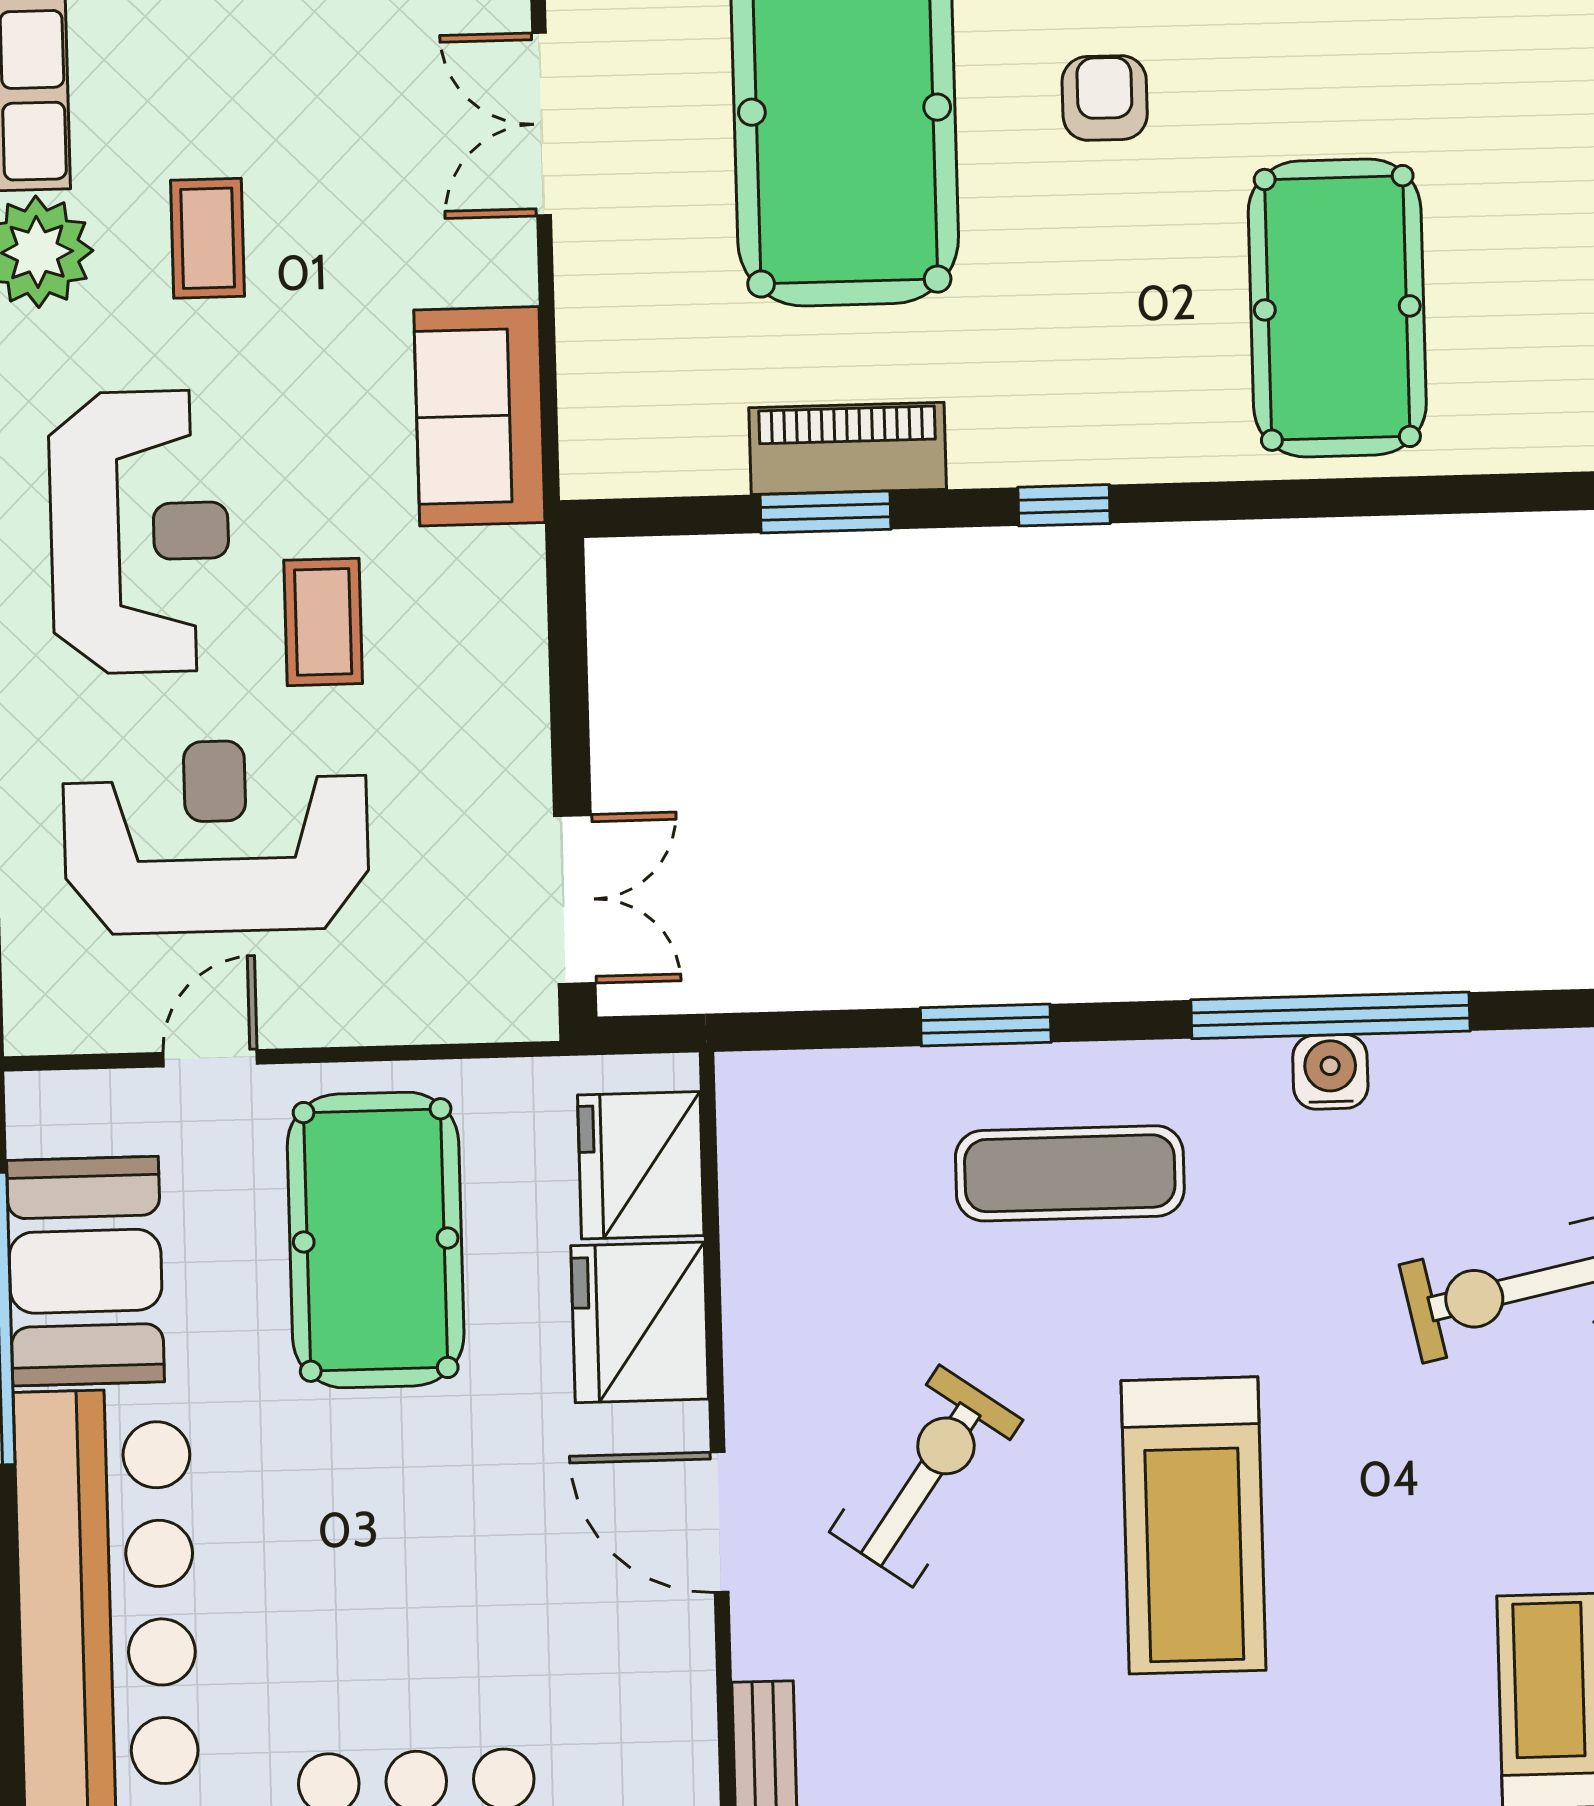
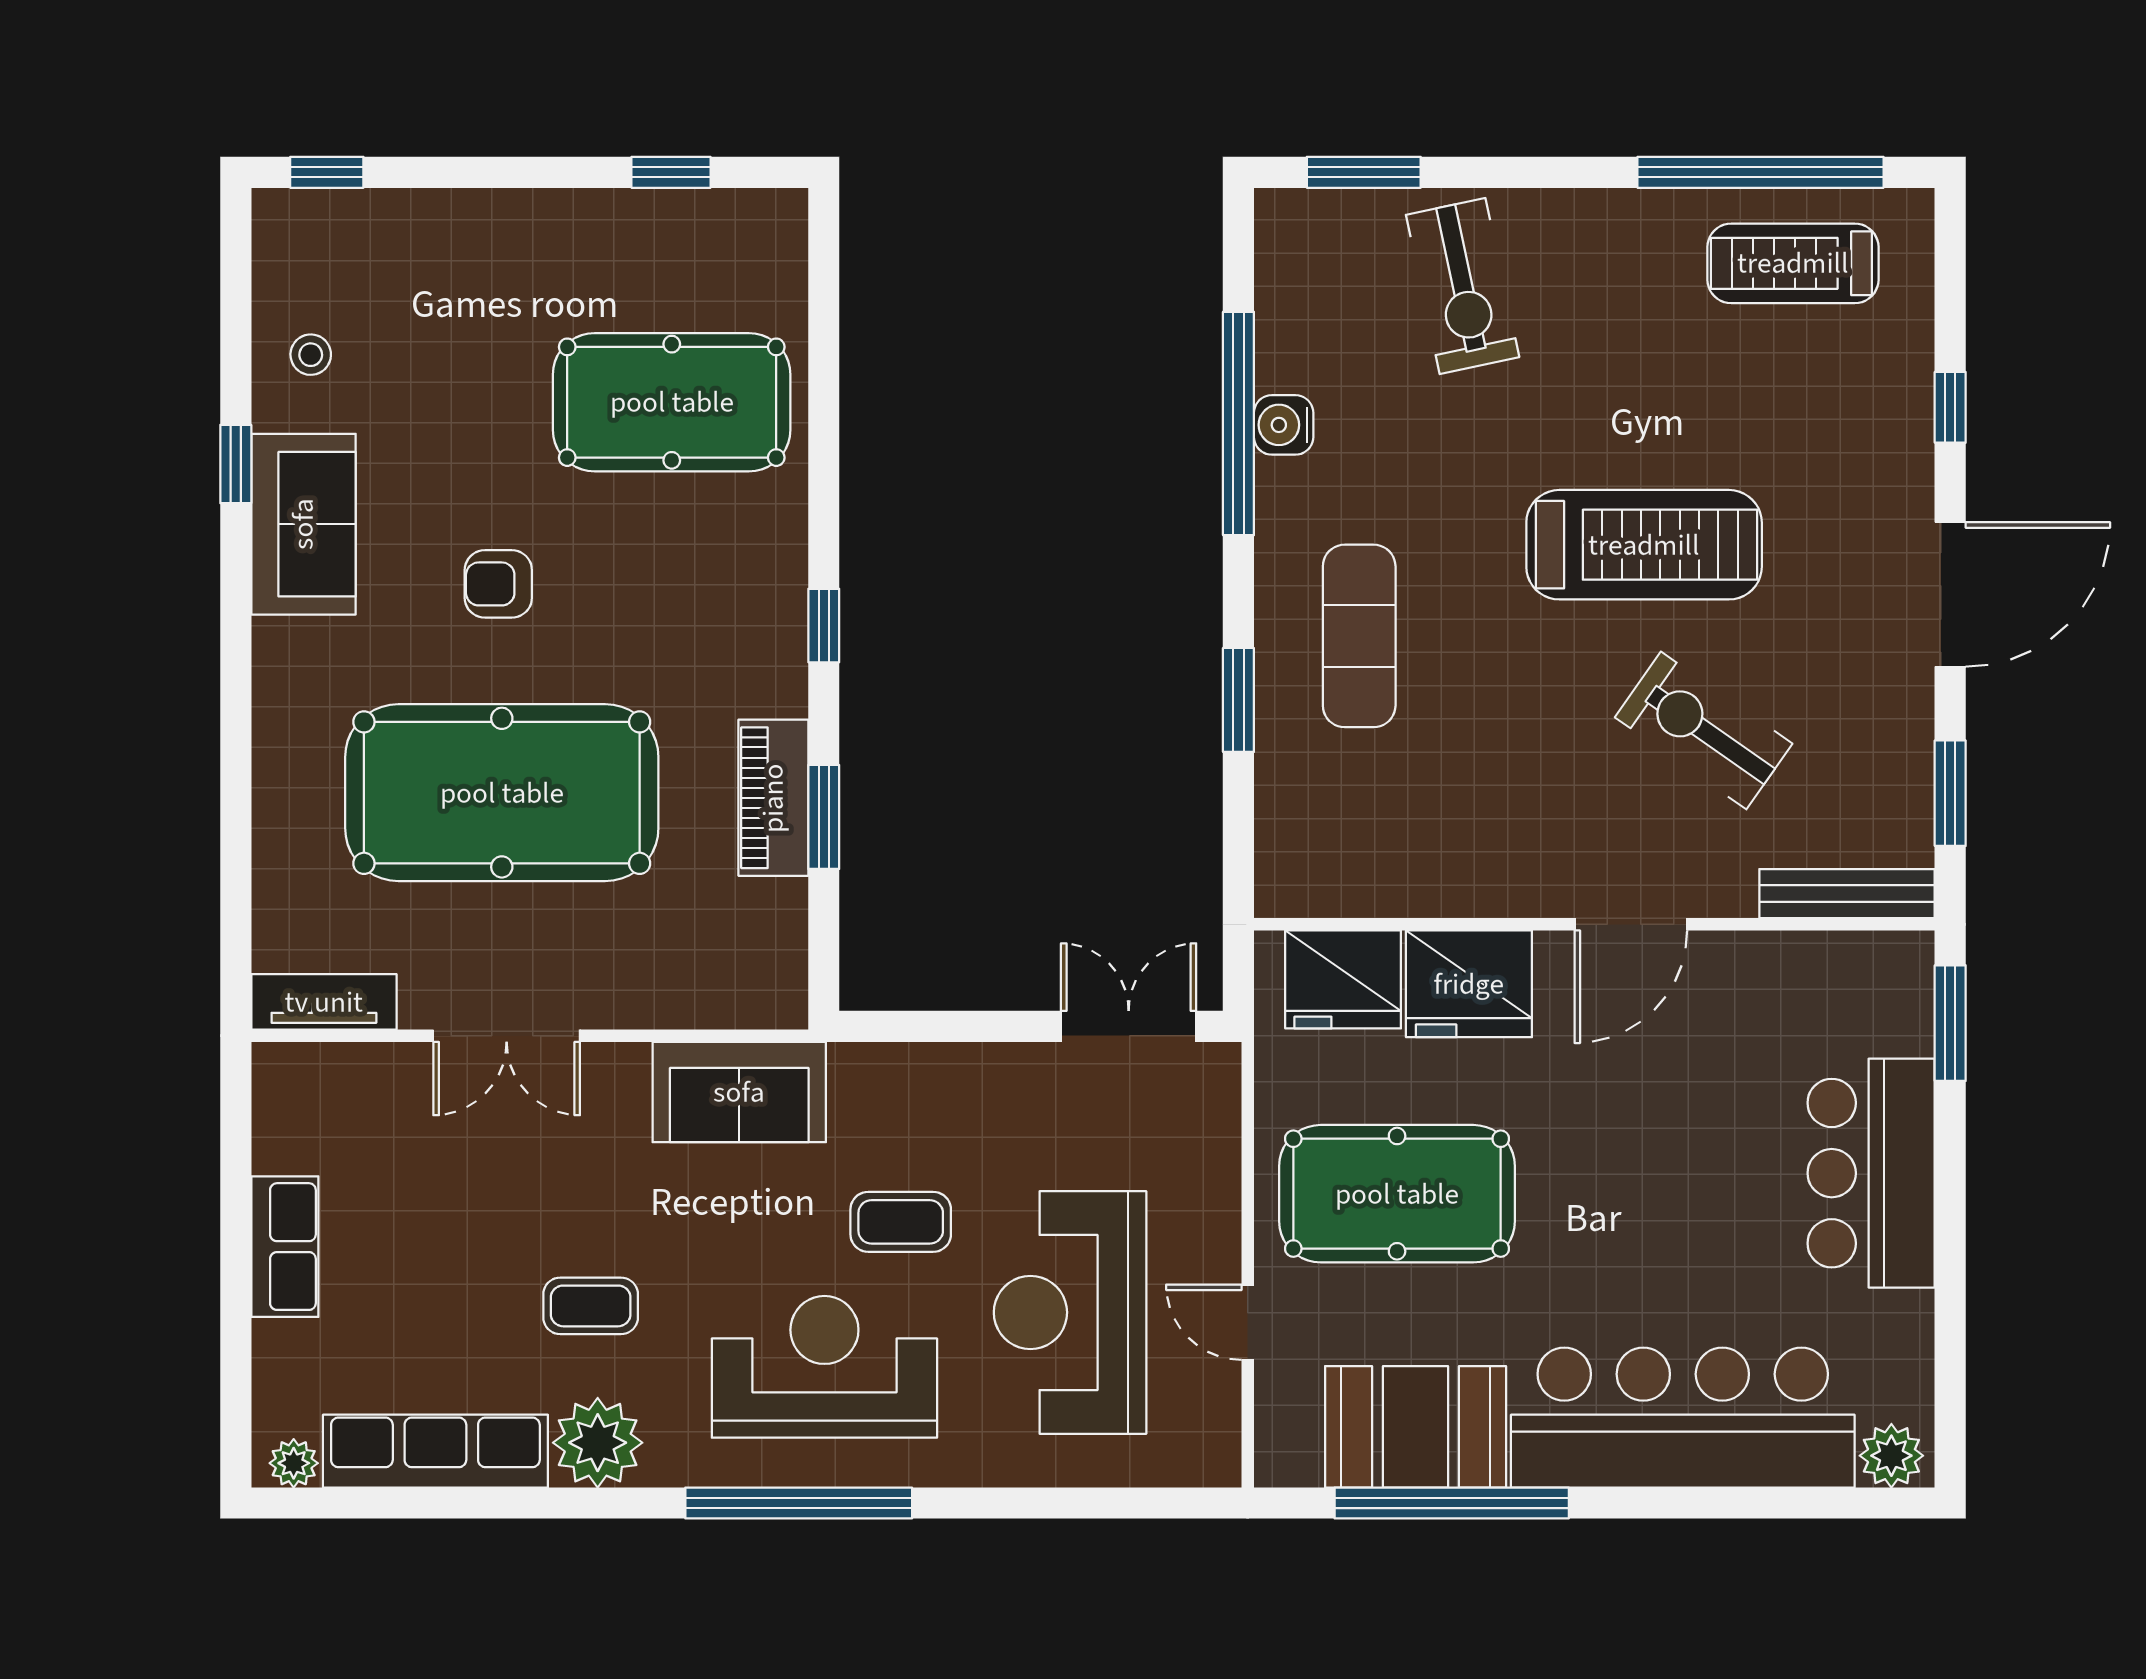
exercise bike: (926, 1476) -> (1704, 730), moved

